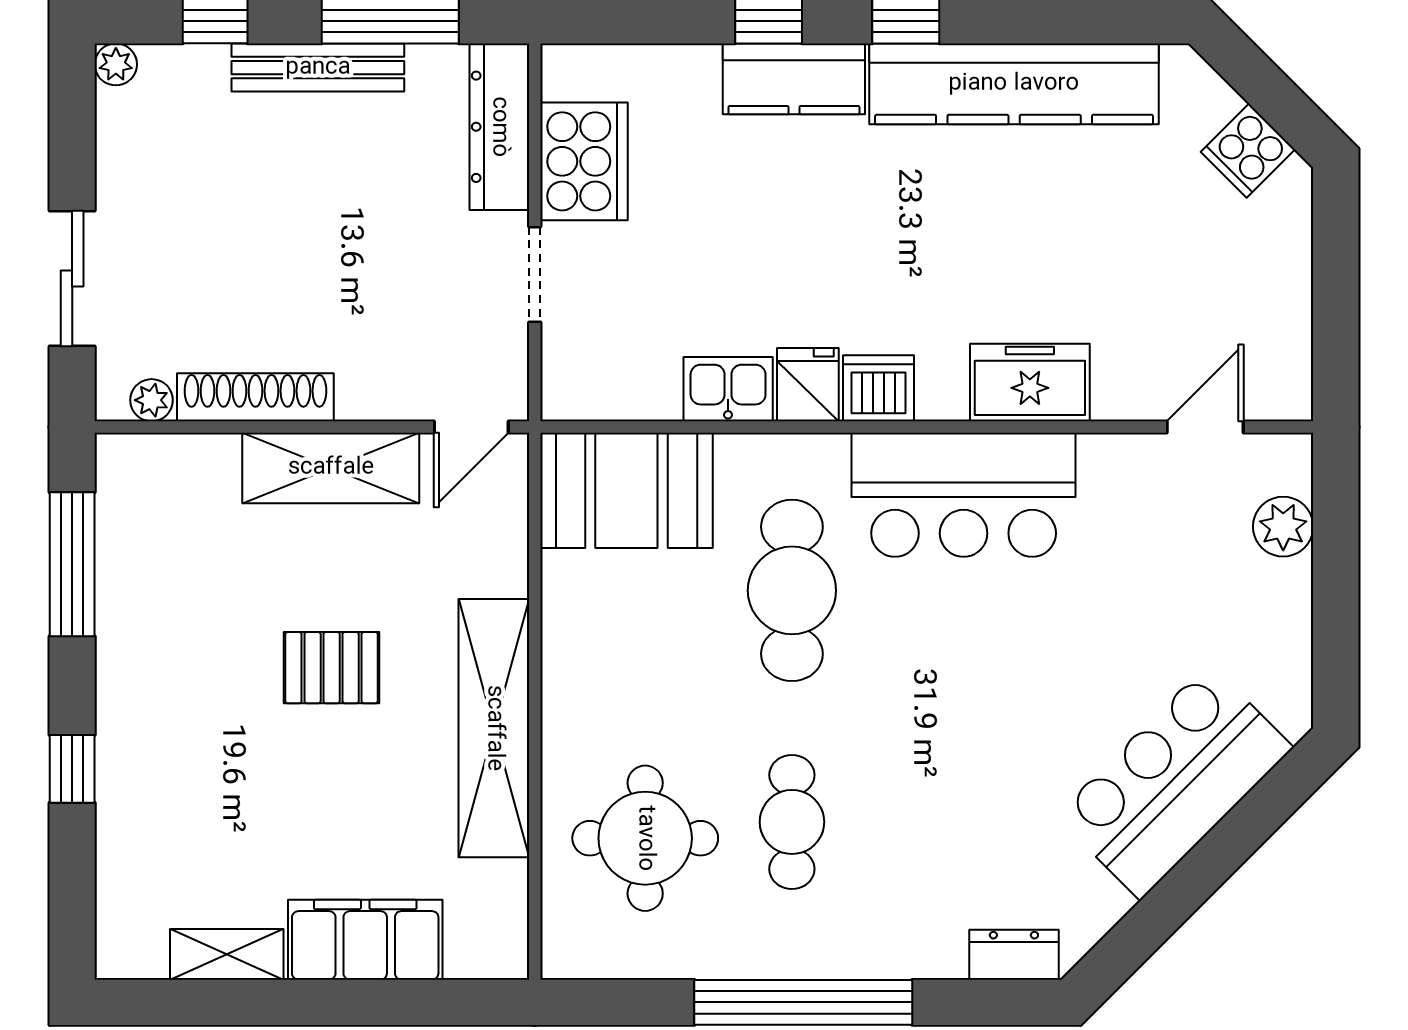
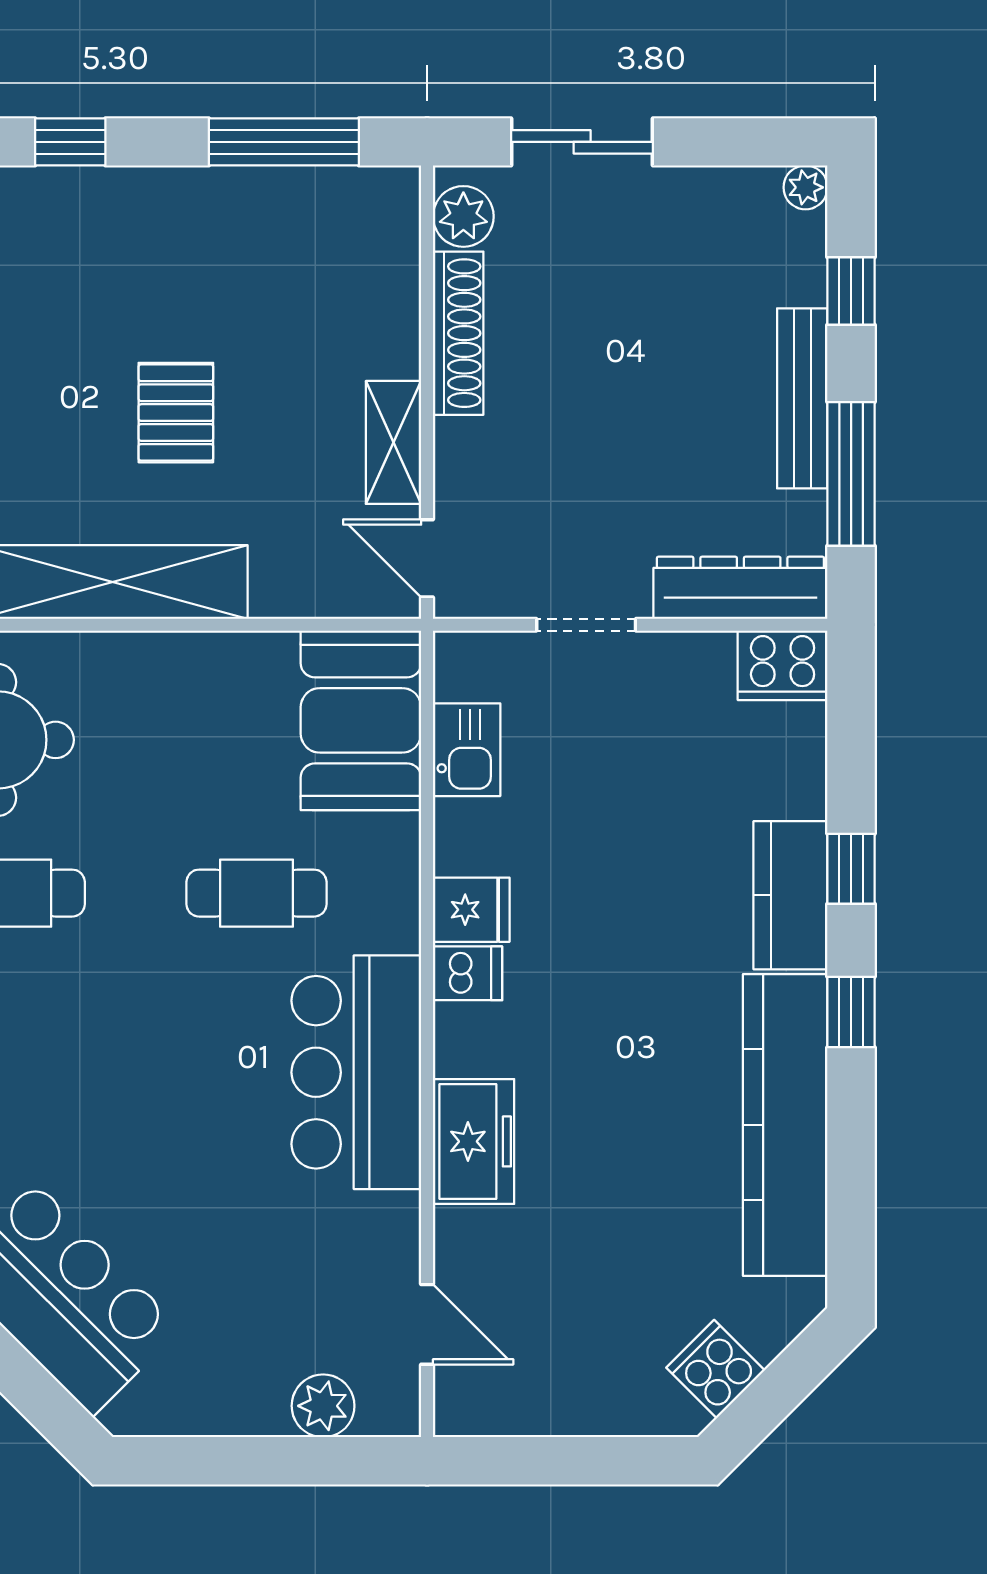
cooker: (584, 161) -> (783, 665), moved, width x0.73, depth x0.76
dishwasher: (879, 388) -> (468, 973), width x0.73
kitchen sink: (728, 389) -> (467, 750), moved
plant: (152, 400) -> (463, 216), width x1.38, depth x1.38
shelving: (331, 468) -> (394, 442), width x0.67, depth x0.75
cafe table: (792, 590) -> (257, 893), width x0.73, depth x0.74

